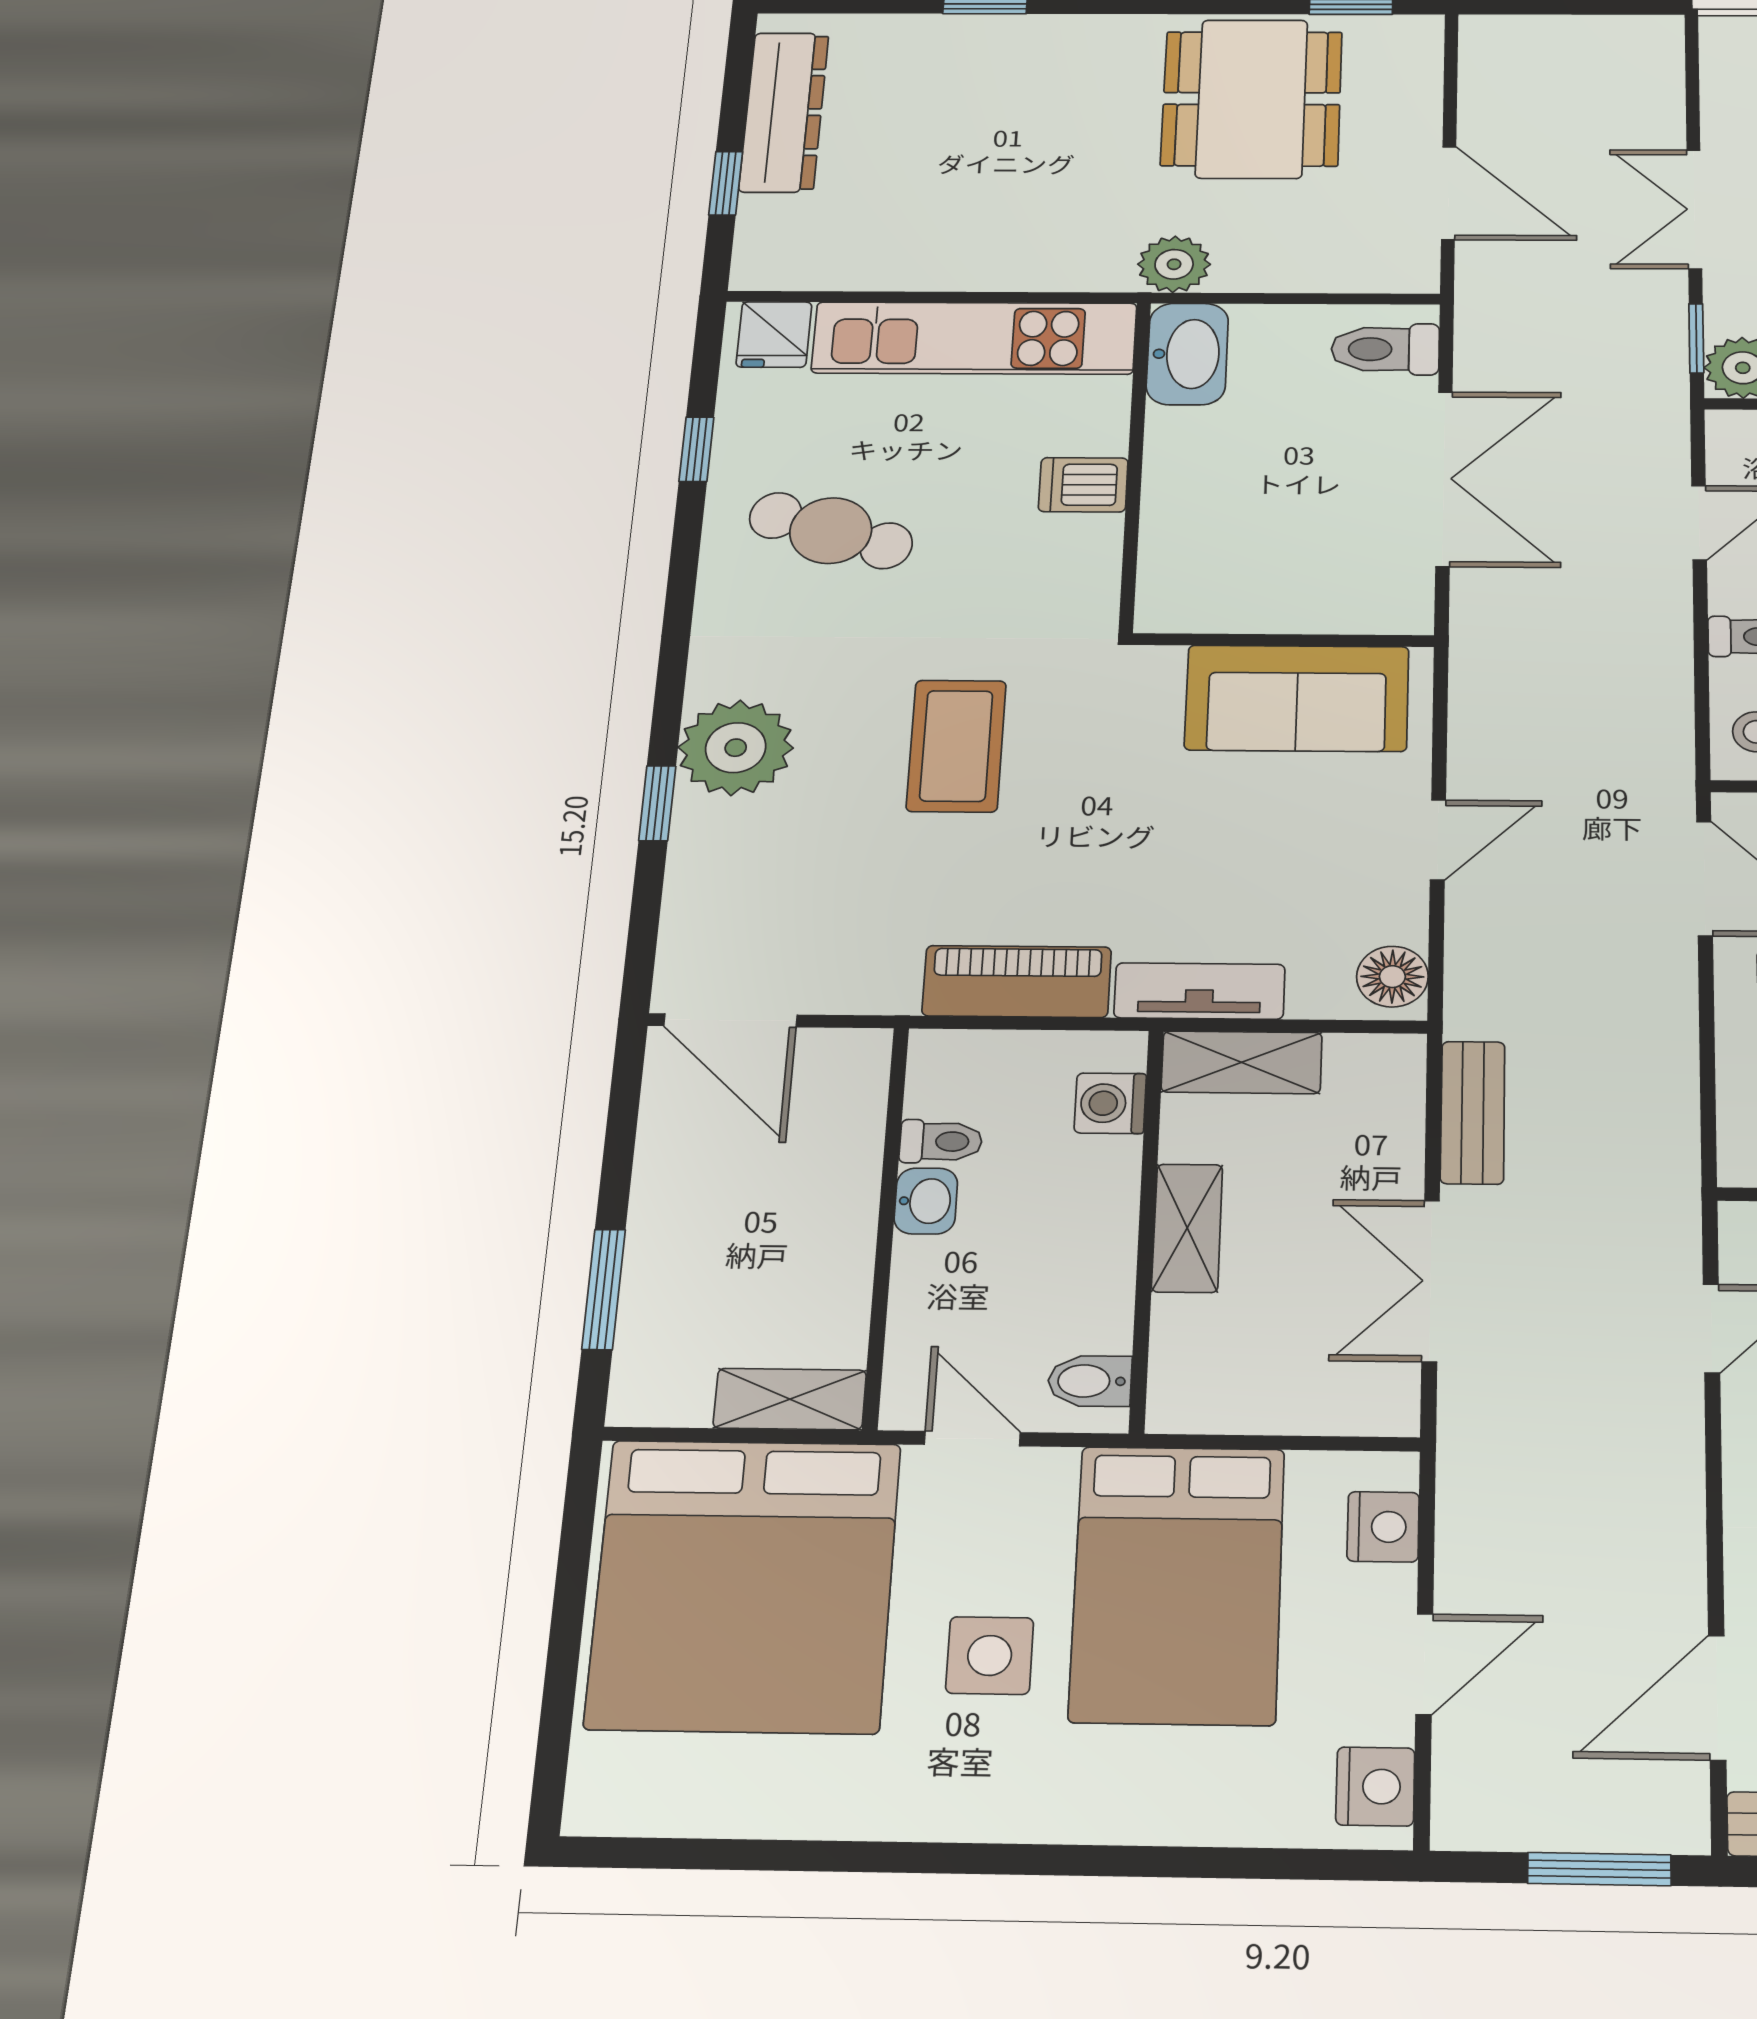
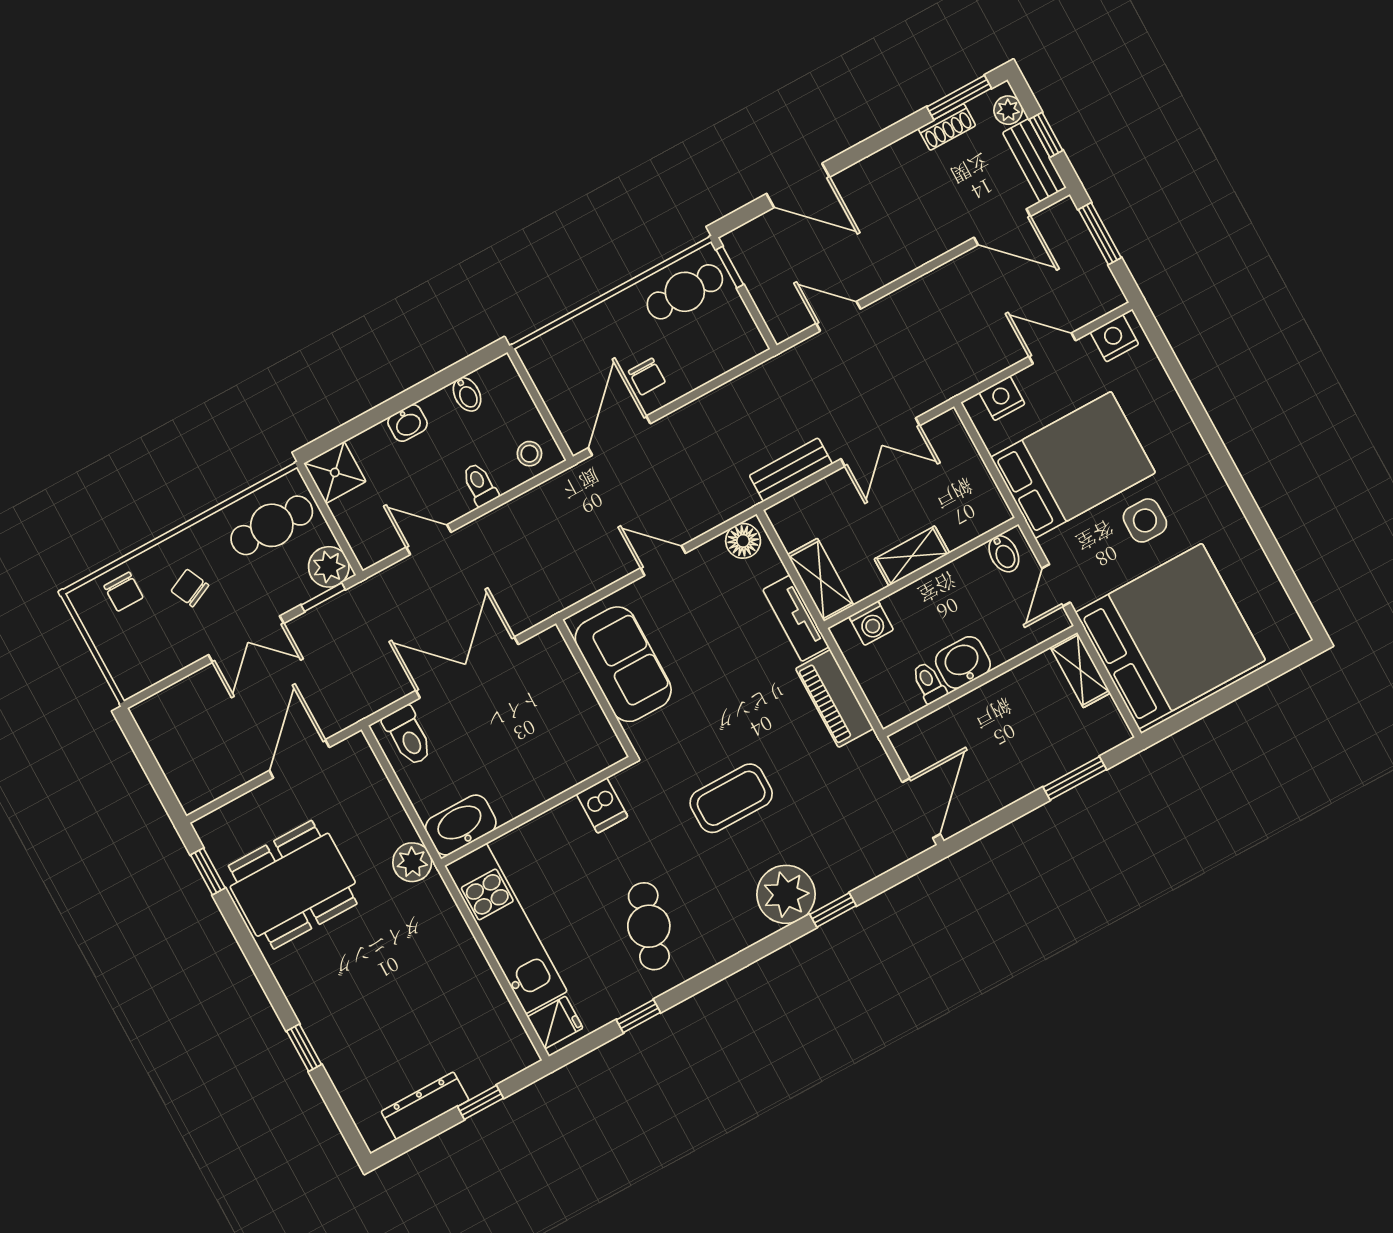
dresser: (784, 112) -> (425, 1106), width x0.73, depth x0.80
dishwasher: (1083, 485) -> (602, 805), moved
washbasin: (926, 1201) -> (963, 663), width x1.38, depth x1.45

